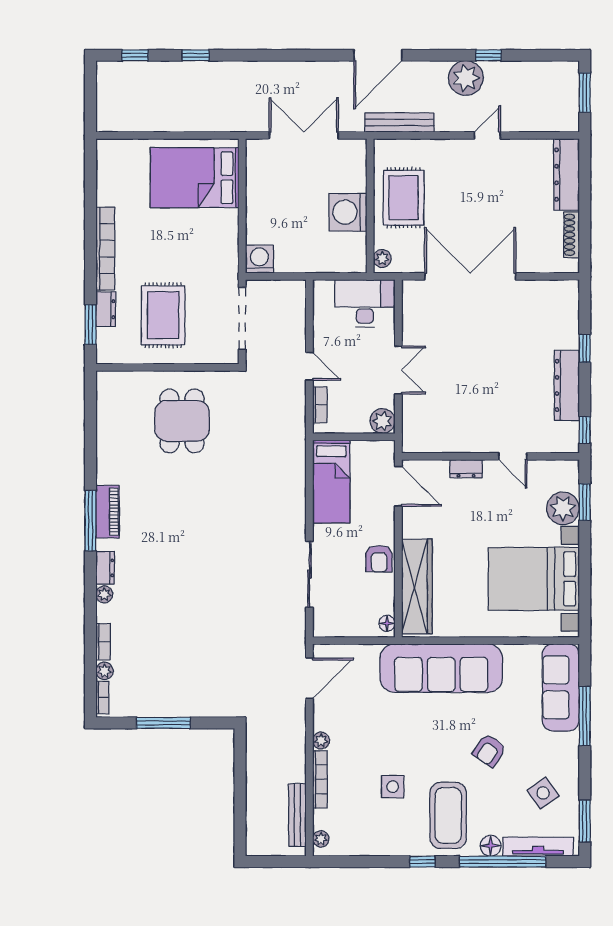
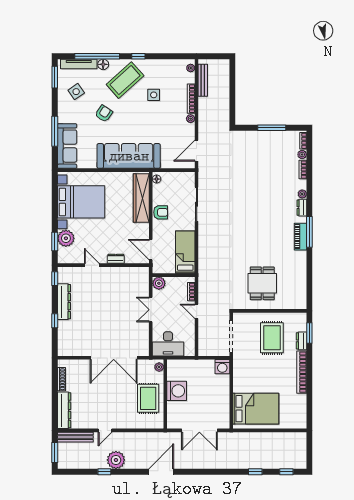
bench: (400, 123) -> (75, 437), moved
armchair: (379, 559) -> (161, 212), turned 90
coffee table: (448, 815) -> (125, 80), turned 48

